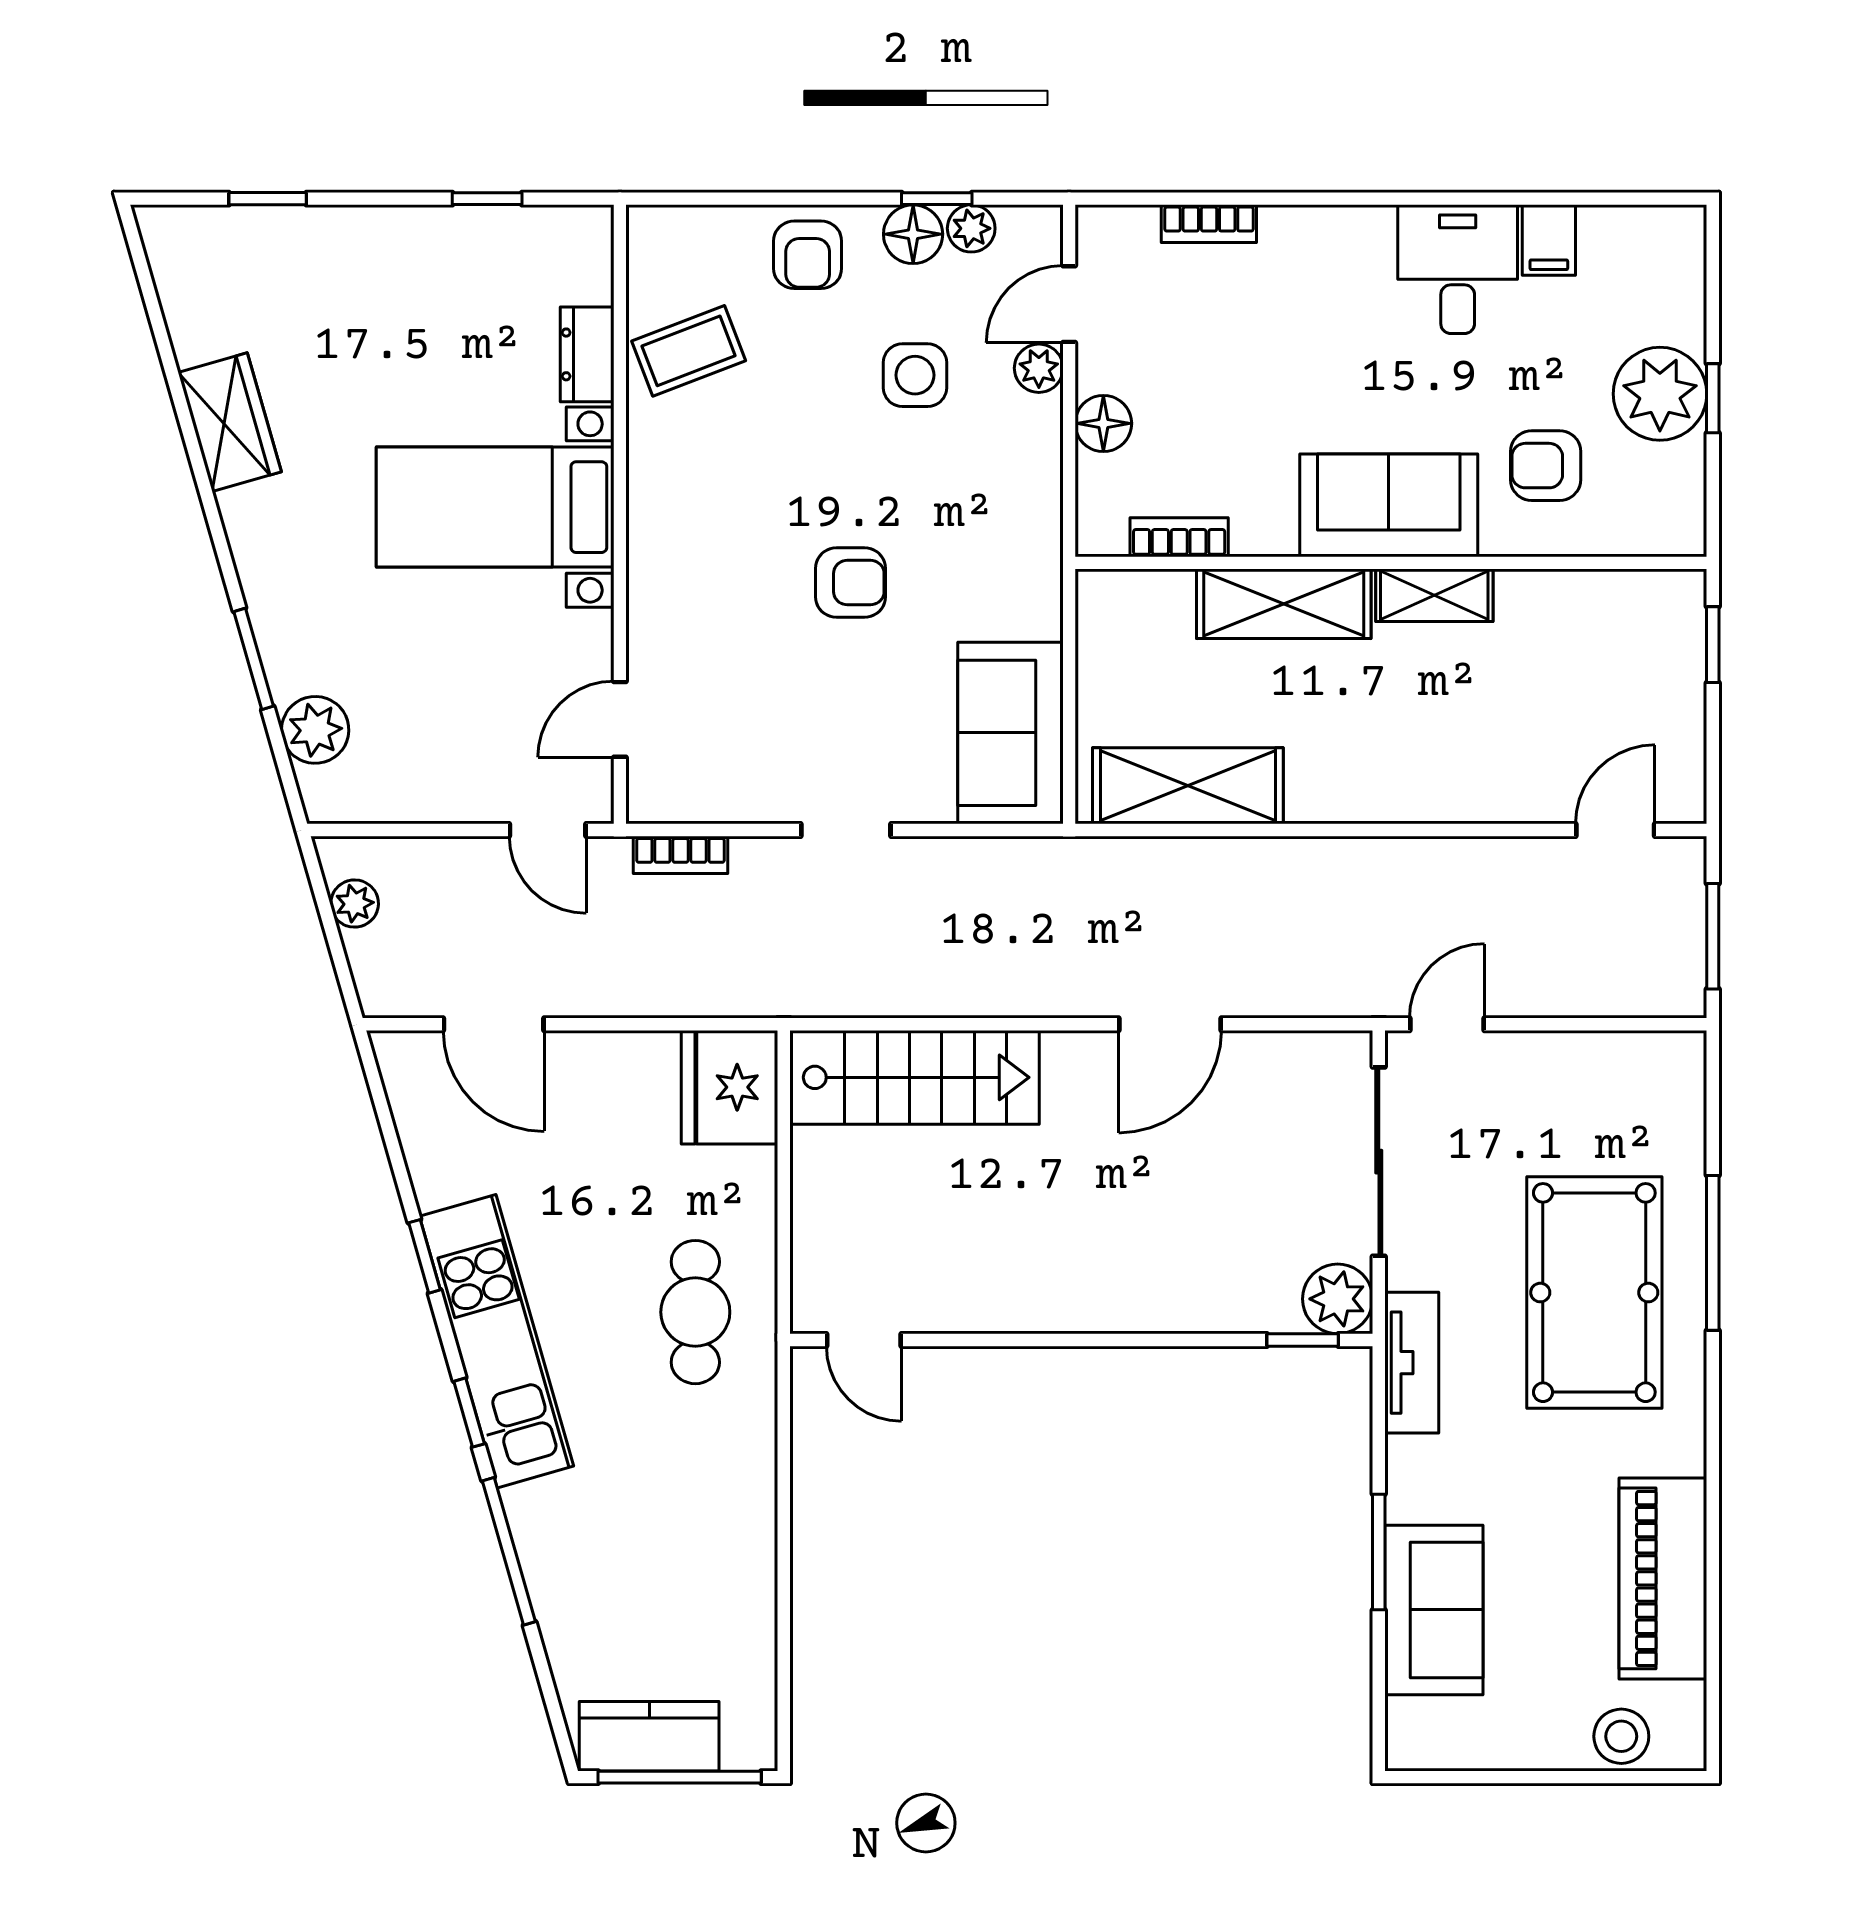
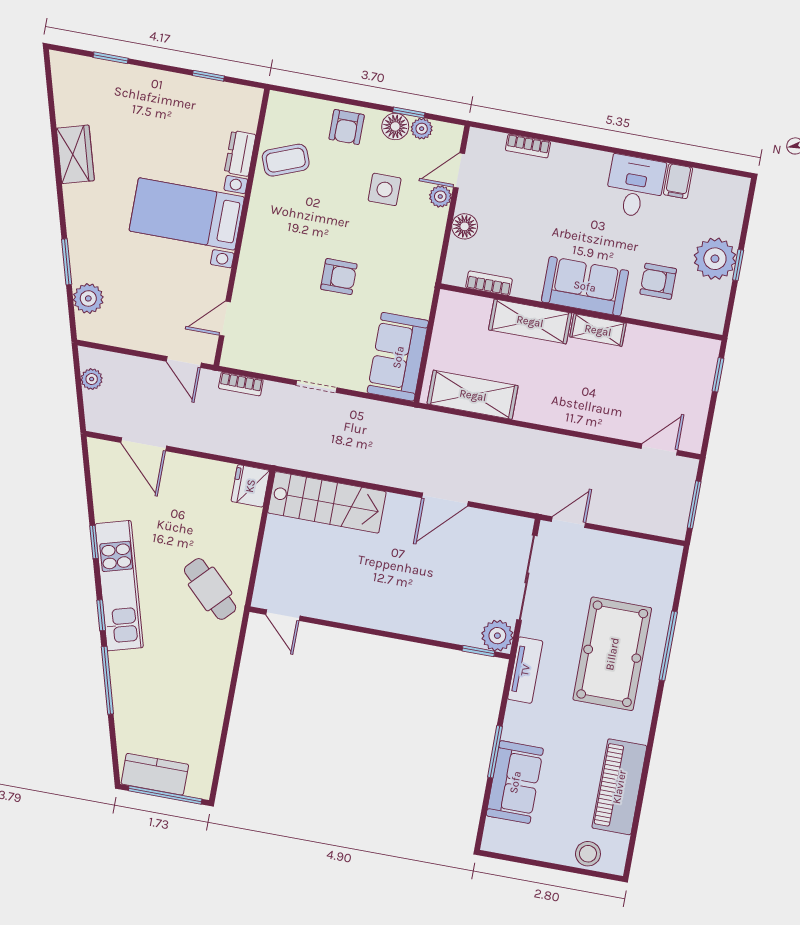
fridge: (730, 1087) -> (250, 486), width x0.73, depth x0.75
cafe table: (695, 1312) -> (210, 589), turned -46

